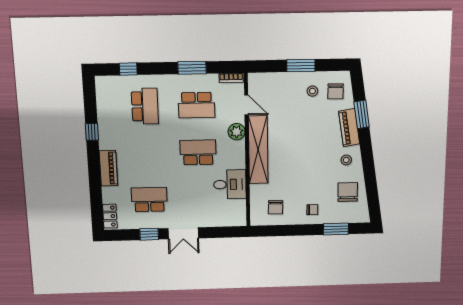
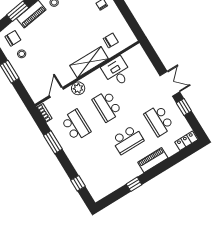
school desk: (145, 106) -> (128, 140), moved, turned 180
shelving: (258, 150) -> (89, 62), width x0.68
chair: (275, 207) -> (111, 40), moved

